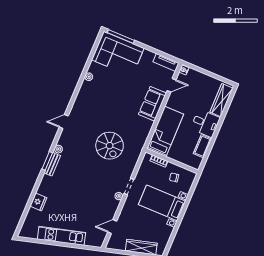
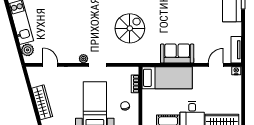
door: (172, 85) -> (216, 65), swing flipped
sofa: (152, 104) -> (177, 53), moved
spiral stairs: (110, 146) -> (130, 28), turned 180
plant: (91, 241) -> (27, 50), added

